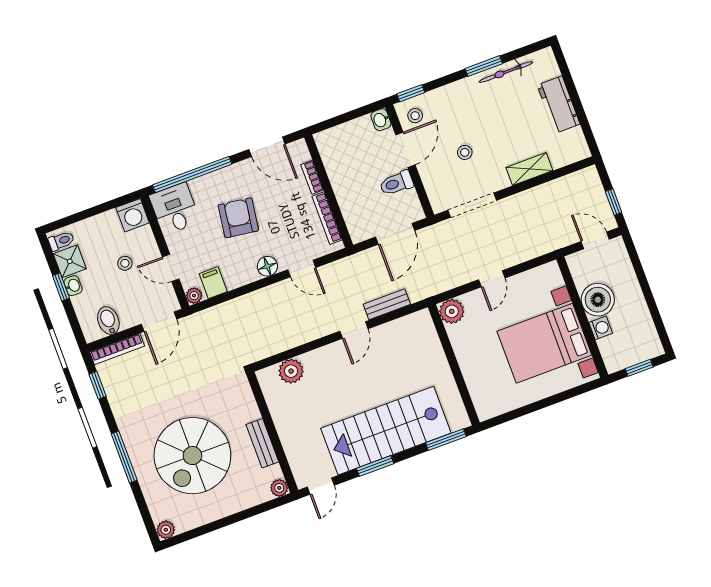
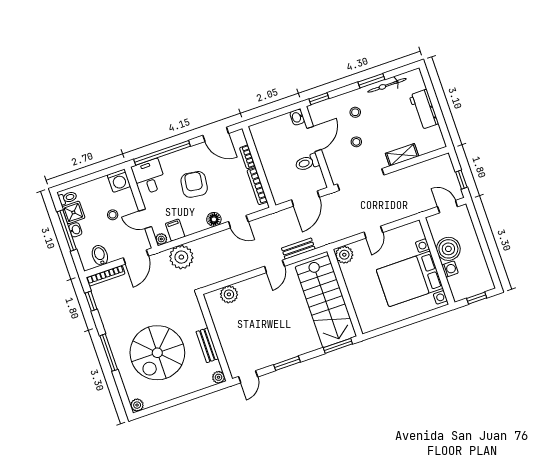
stool: (415, 116) -> (355, 112), moved
doorway: (472, 205) -> (361, 180), width x1.36
window: (61, 287) -> (67, 230), width x2.17
plant: (223, 320) -> (181, 257), added
stairs: (386, 431) -> (326, 301), moved, turned -90

